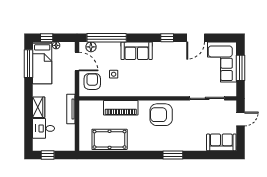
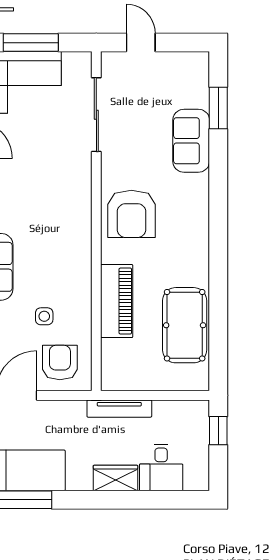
armchair: (92, 81) -> (60, 362), turned 90
sofa: (221, 142) -> (191, 141), moved
window: (48, 155) -> (218, 431), moved
window: (173, 155) -> (218, 108), moved

